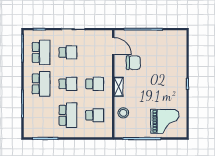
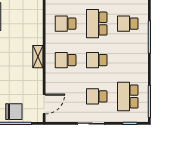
door: (113, 46) -> (44, 104), swing flipped
chair: (133, 63) -> (14, 112), moved, turned 180
school desk: (41, 84) -> (128, 24), moved, width x0.54
stool: (123, 113) -> (32, 26), removed

